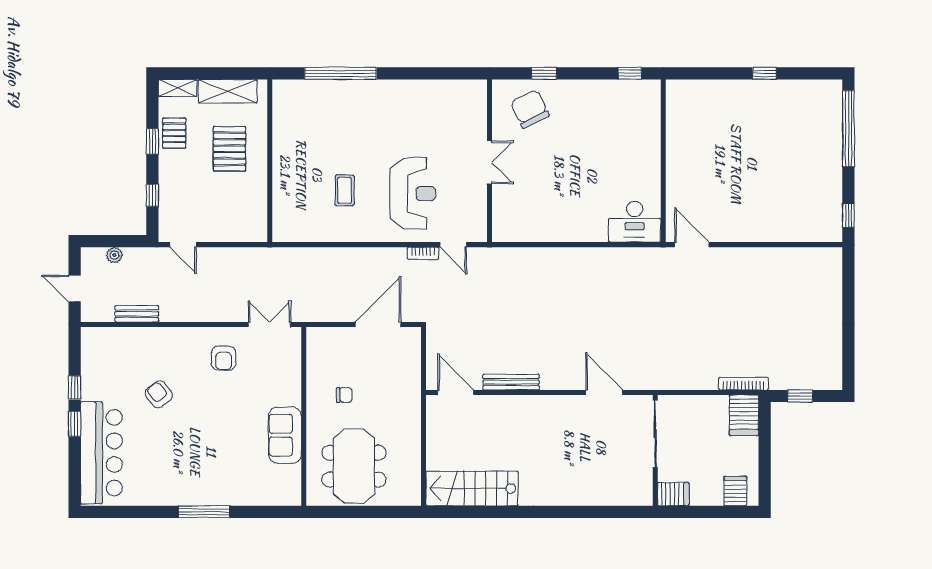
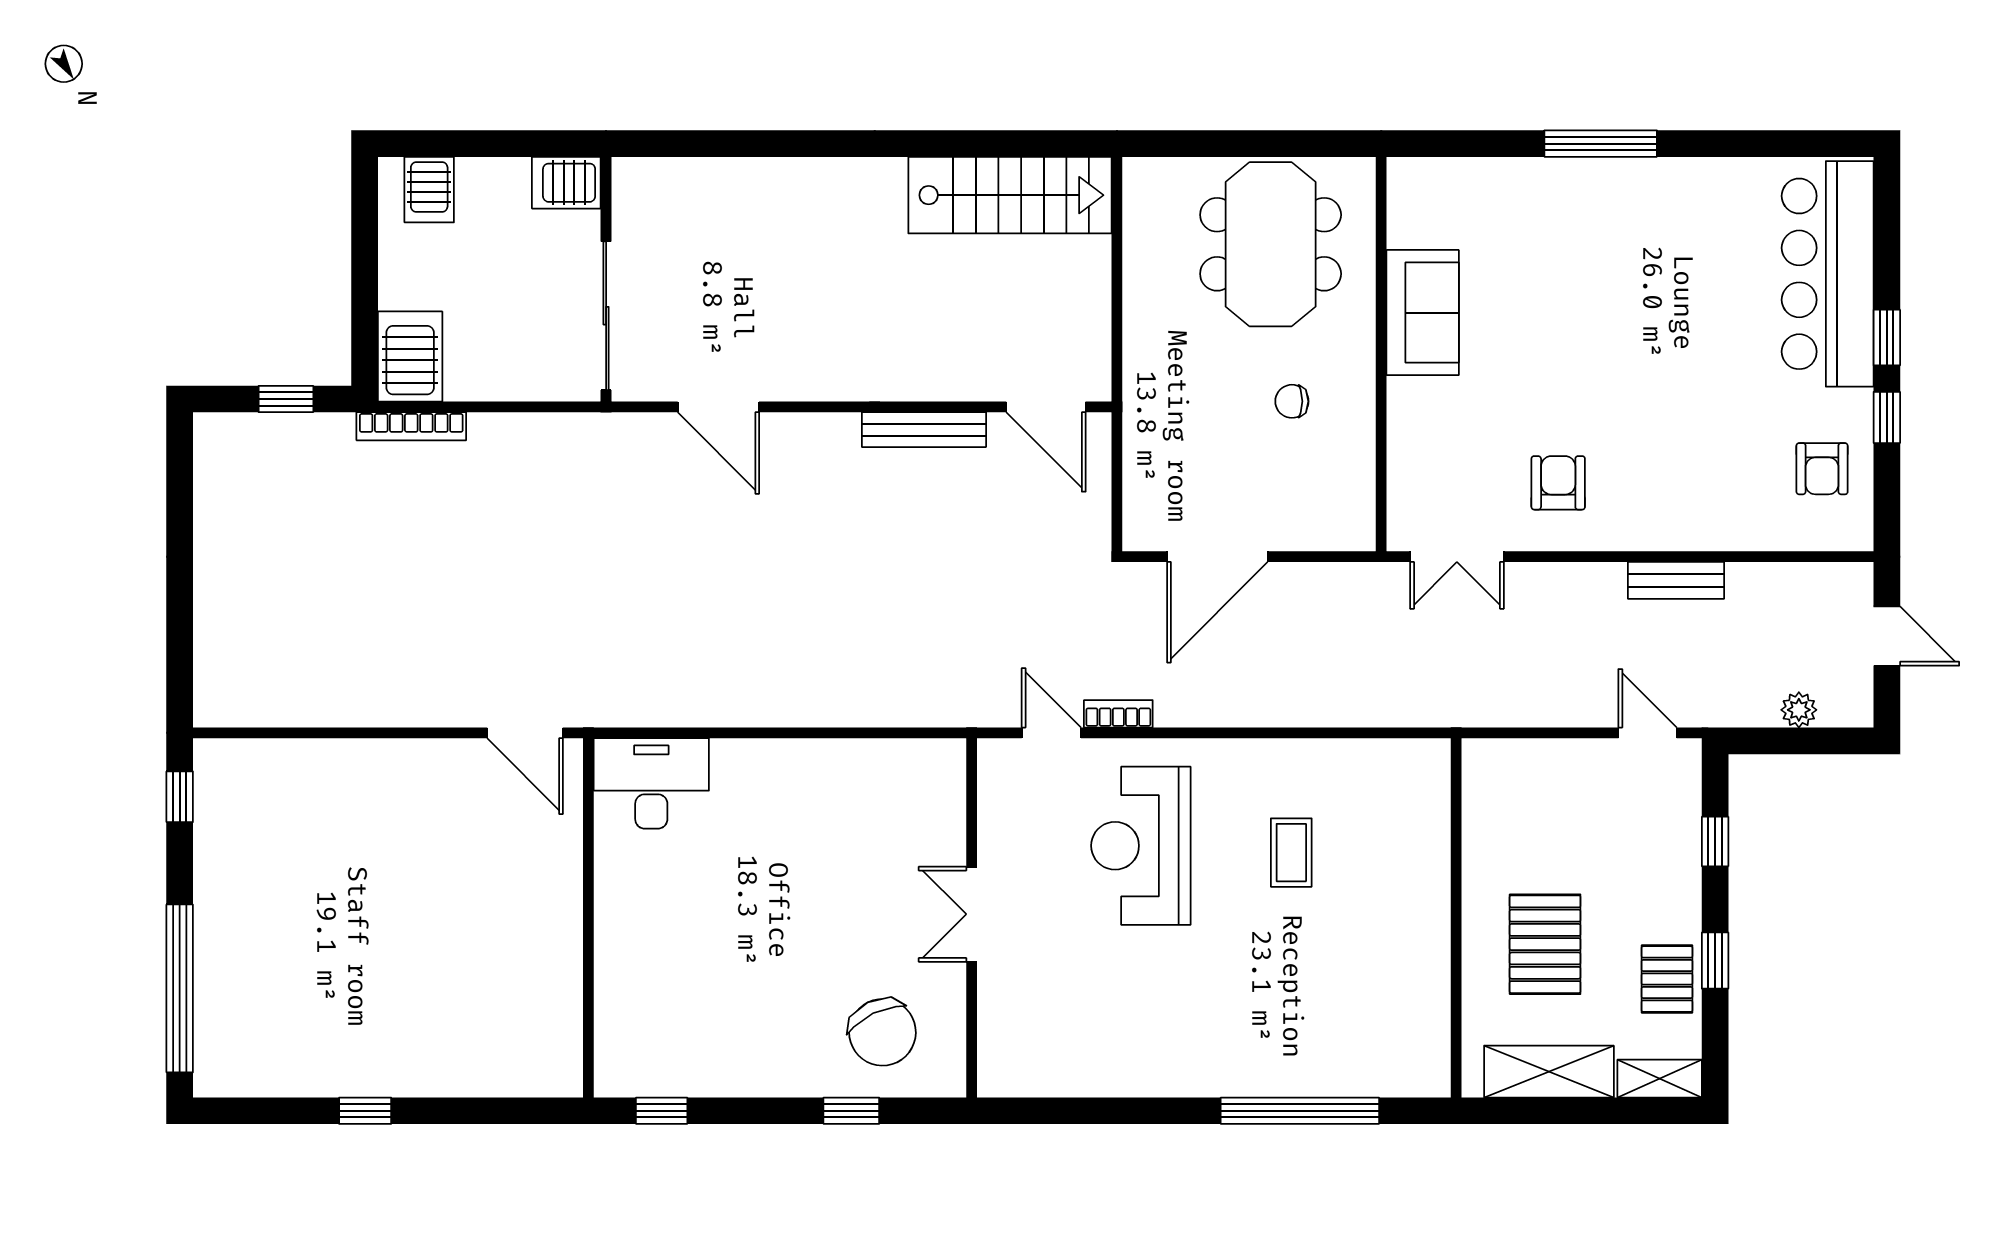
bench: (137, 314) -> (1676, 580), moved
armchair: (159, 394) -> (1822, 469), moved, turned 39

